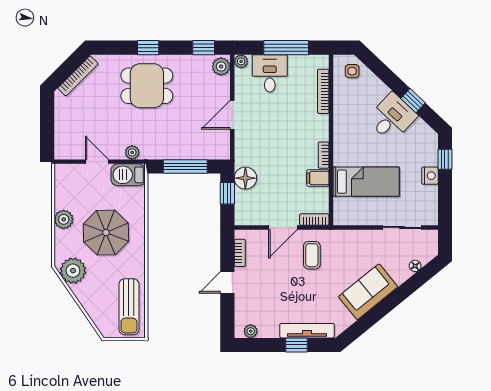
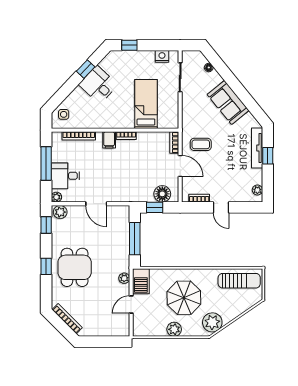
nightstand: (430, 176) -> (162, 56), moved
floor lamp: (245, 178) -> (162, 194), moved
filing cabinet: (318, 178) -> (109, 140), moved

